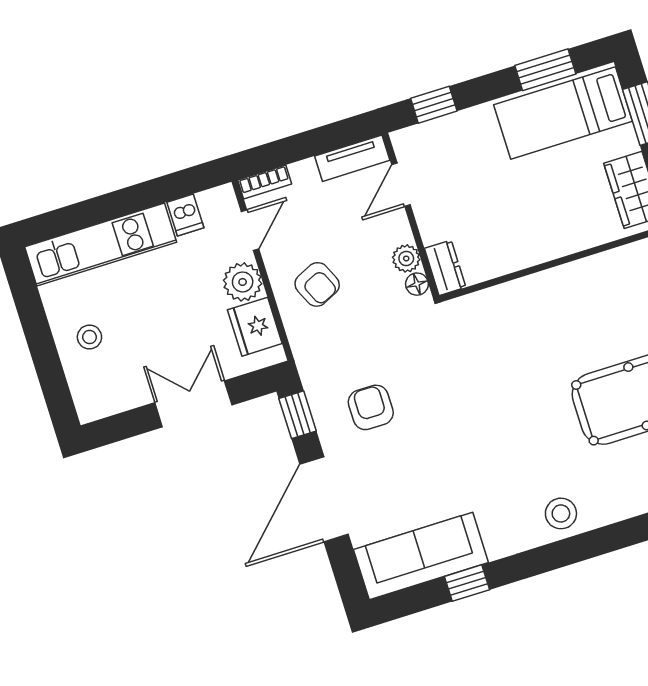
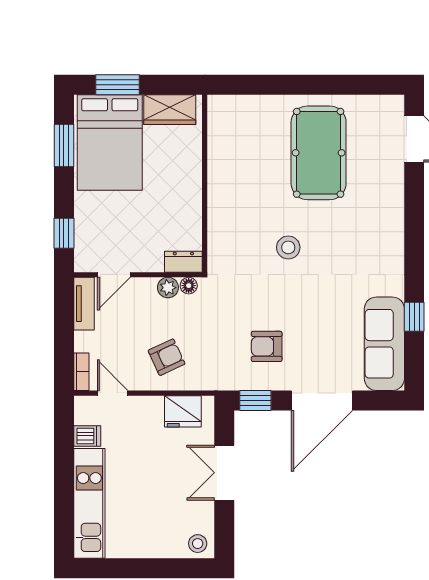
bed: (563, 113) -> (110, 143), width x1.50
door: (401, 185) -> (114, 275), hinge flipped
plant: (243, 282) -> (148, 410), removed
stool: (89, 337) -> (198, 544), moved
door: (324, 499) -> (322, 400), hinge flipped
stool: (561, 513) -> (288, 247), moved

